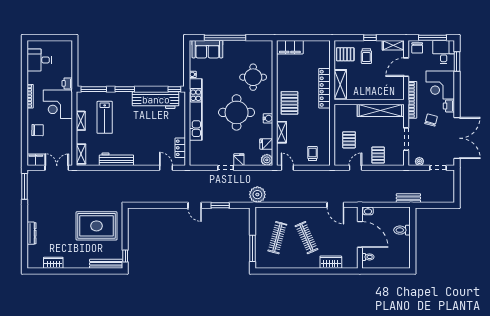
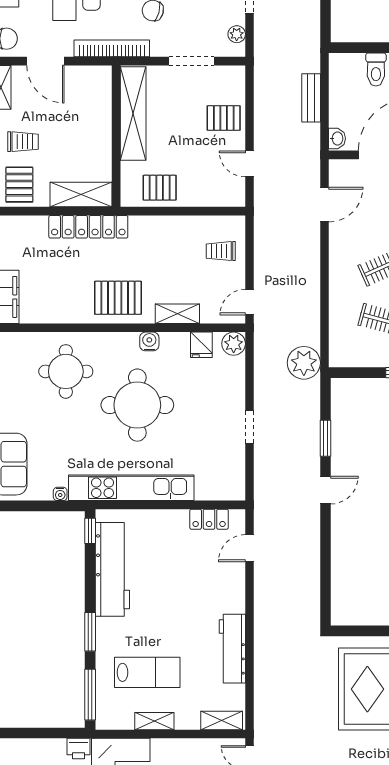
pallet: (349, 140) -> (160, 188), moved
fridge: (239, 160) -> (233, 400), removed
bench: (408, 198) -> (311, 98), moved

